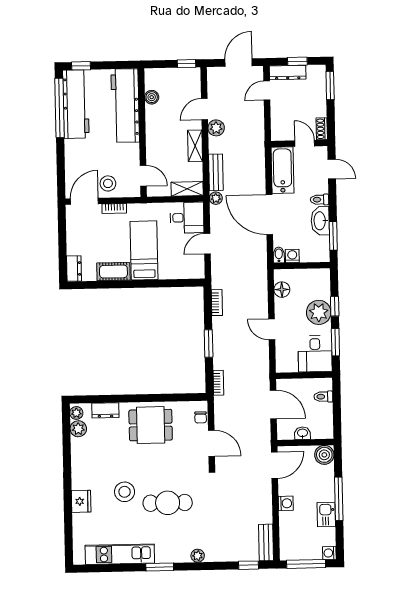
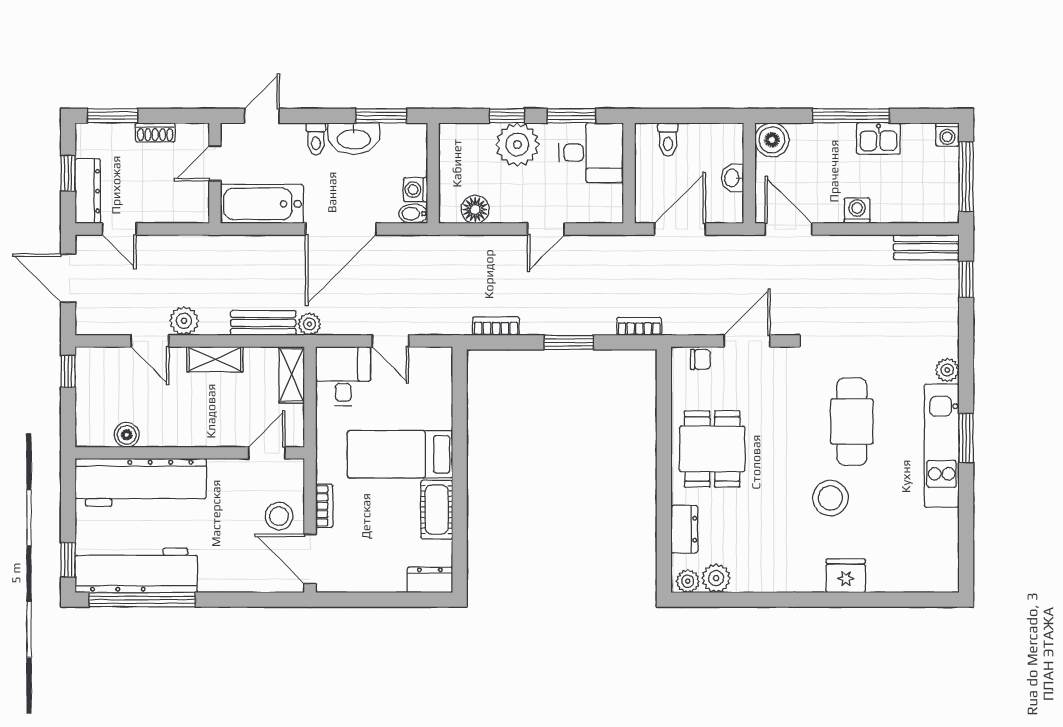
shoe rack: (322, 129) -> (155, 132), moved
kitchen unit: (120, 554) -> (942, 446), moved

